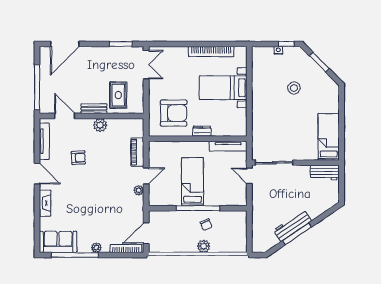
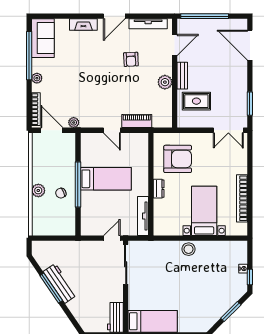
stool: (294, 88) -> (189, 249), moved
armchair: (174, 113) -> (178, 159), turned -90
plant: (139, 190) -> (74, 122), moved

